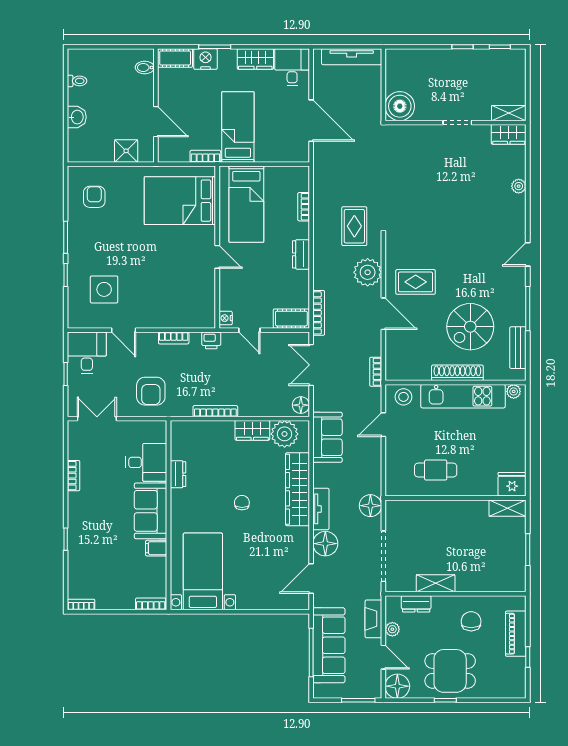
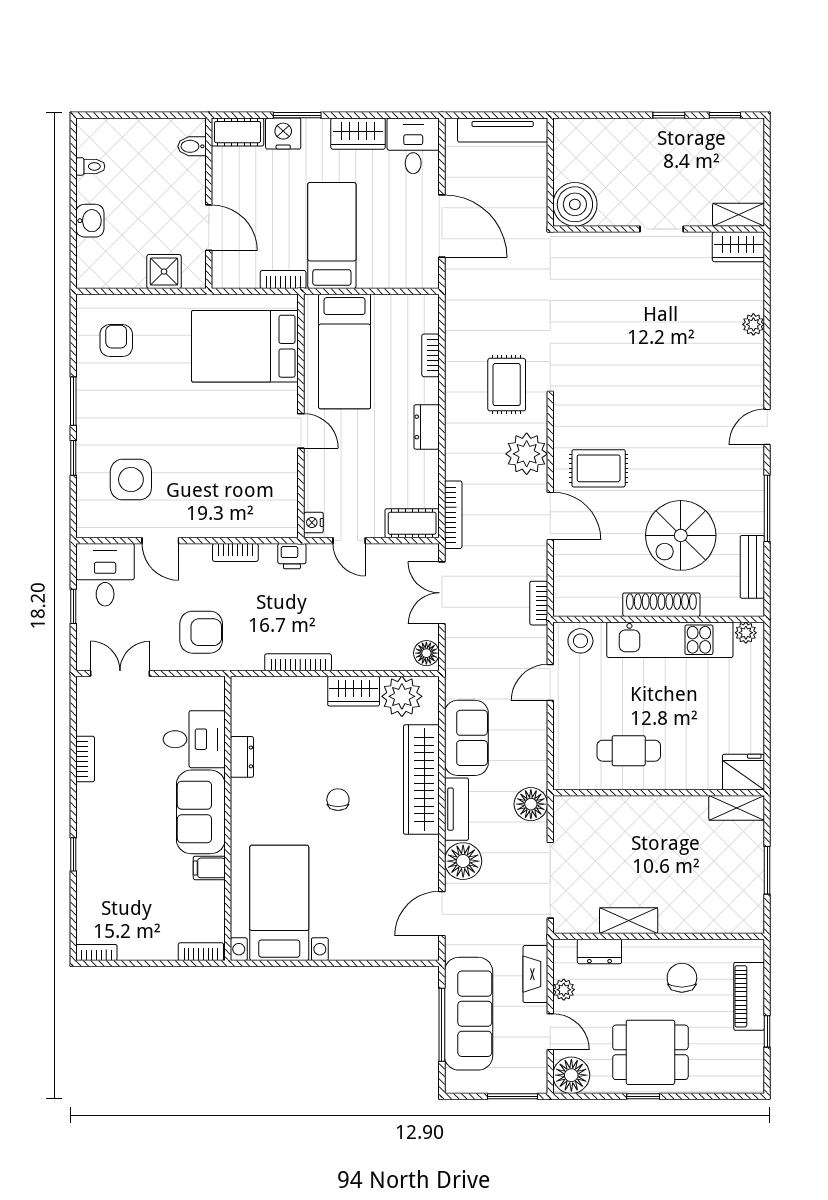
armchair: (151, 391) -> (201, 632), turned -90
sofa: (327, 437) -> (466, 738), moved

